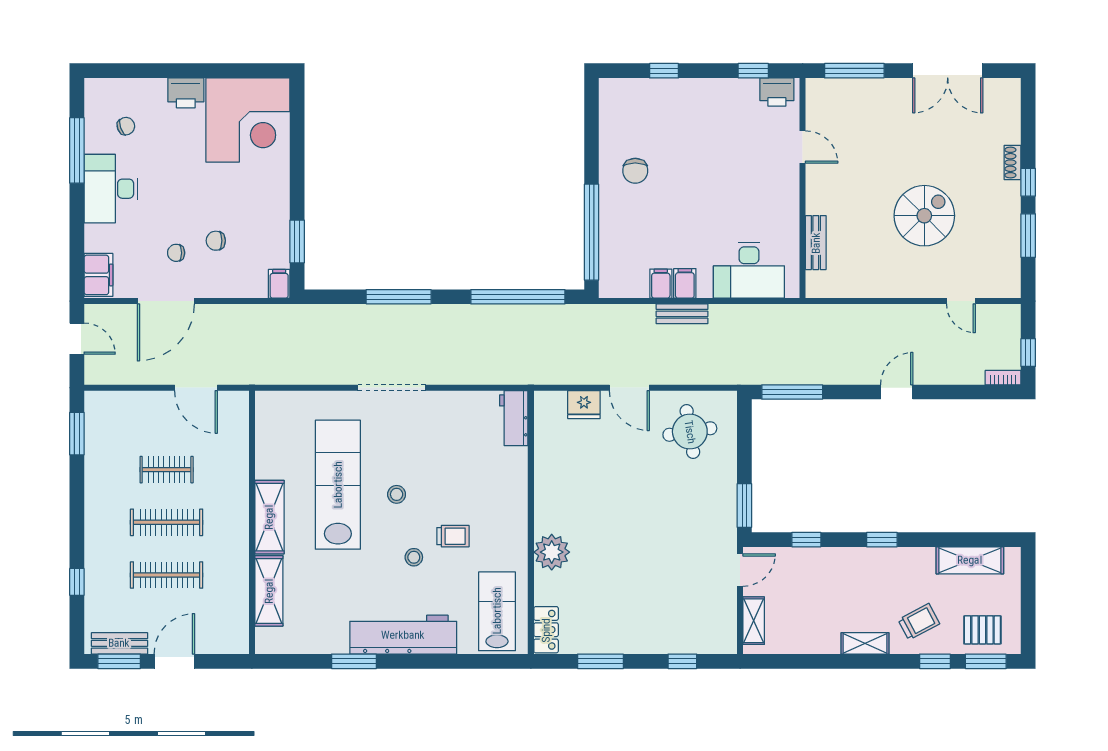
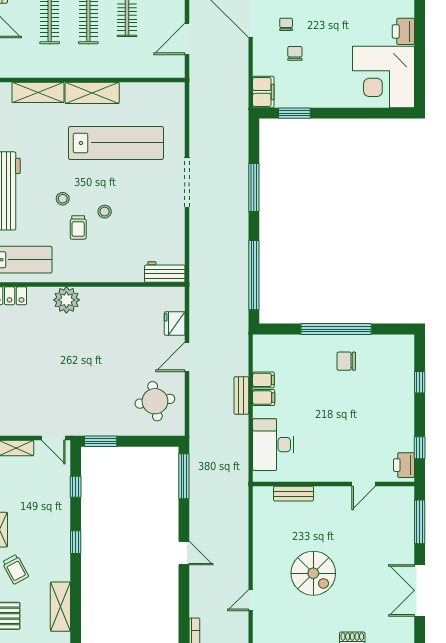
window: (591, 232) -> (336, 329), moved
filing cabinet: (279, 284) -> (263, 92), width x2.00
stool: (397, 494) -> (105, 212), moved

